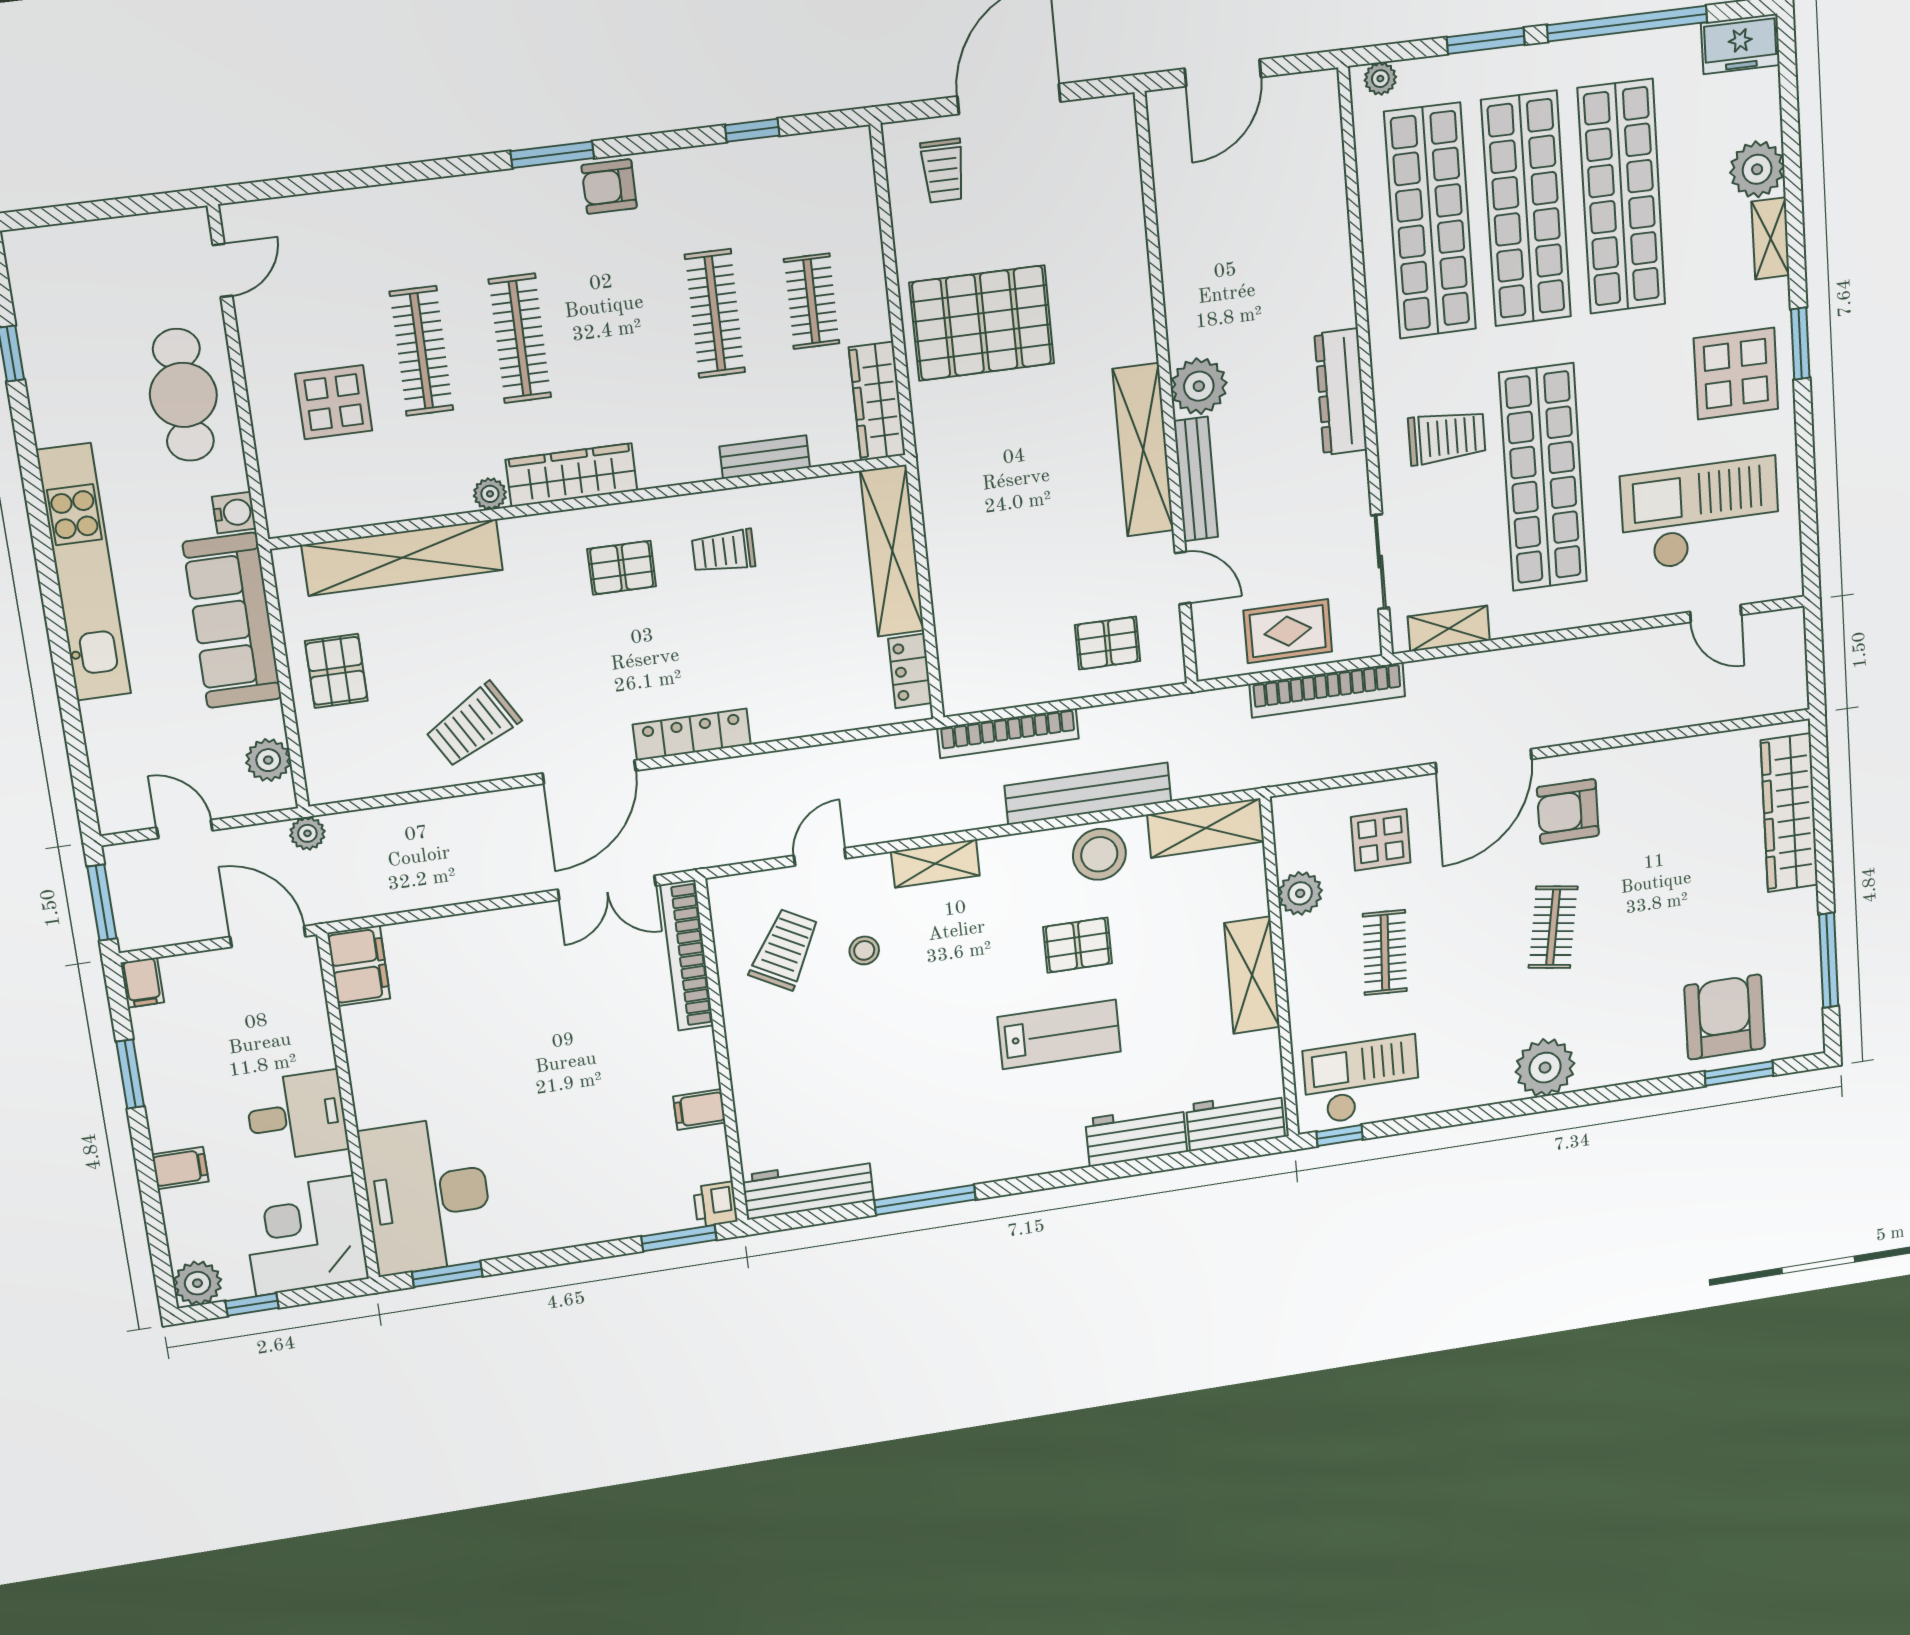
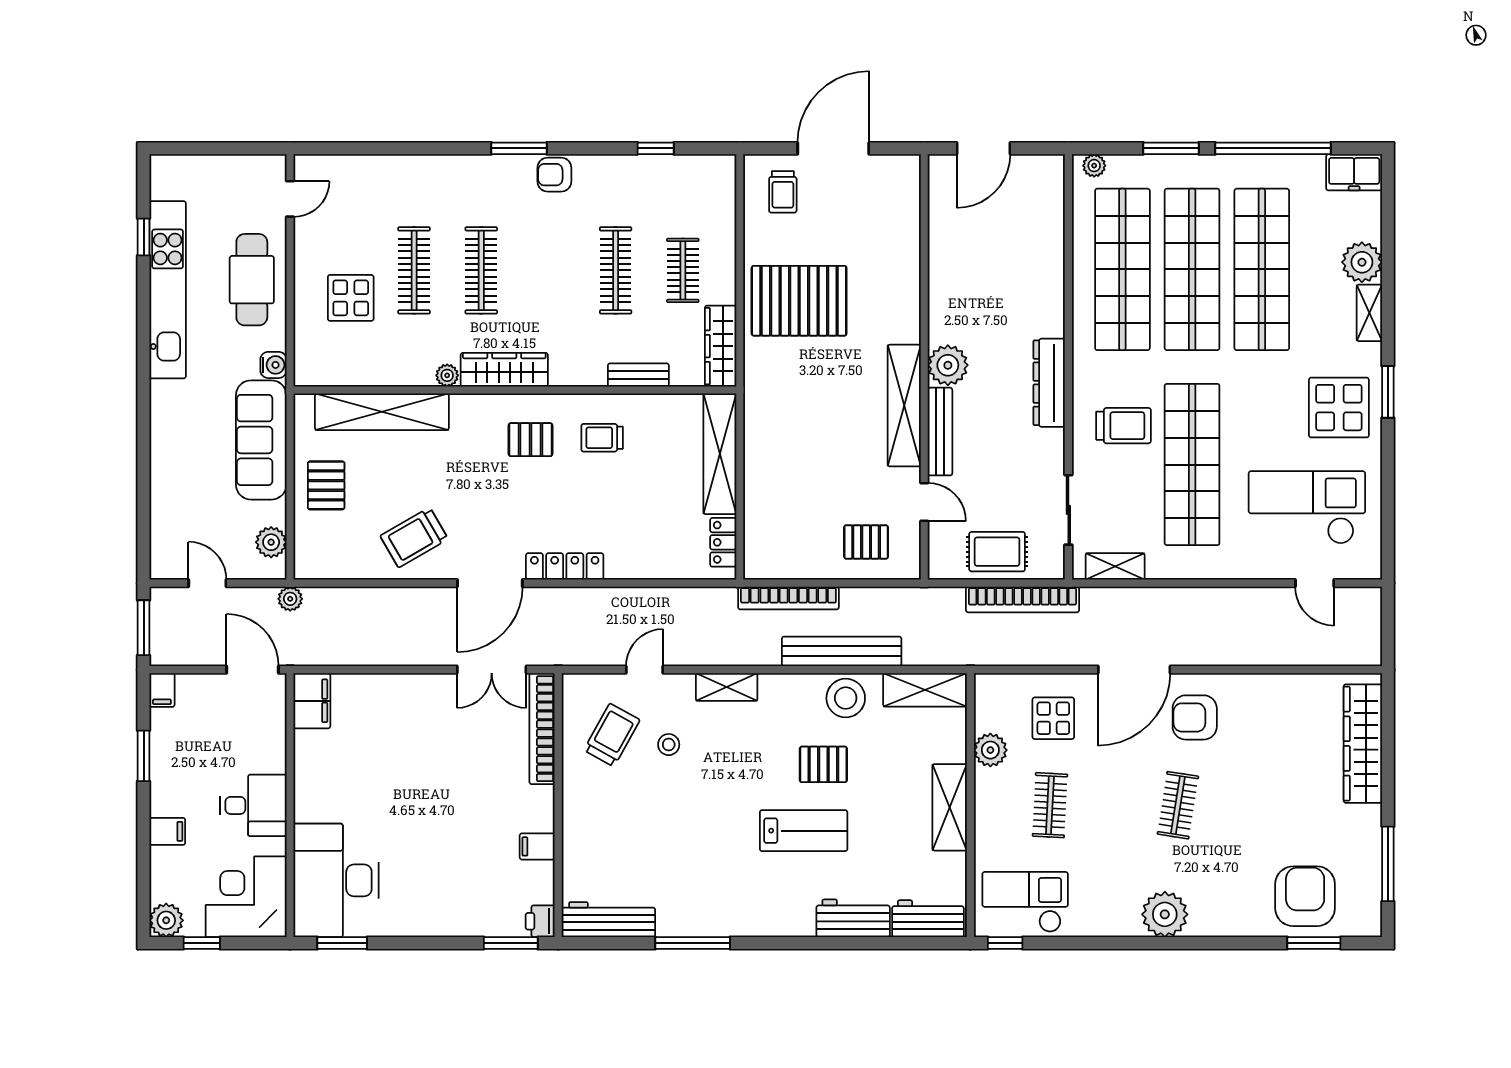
kitchen unit: (84, 573) -> (168, 290), moved

